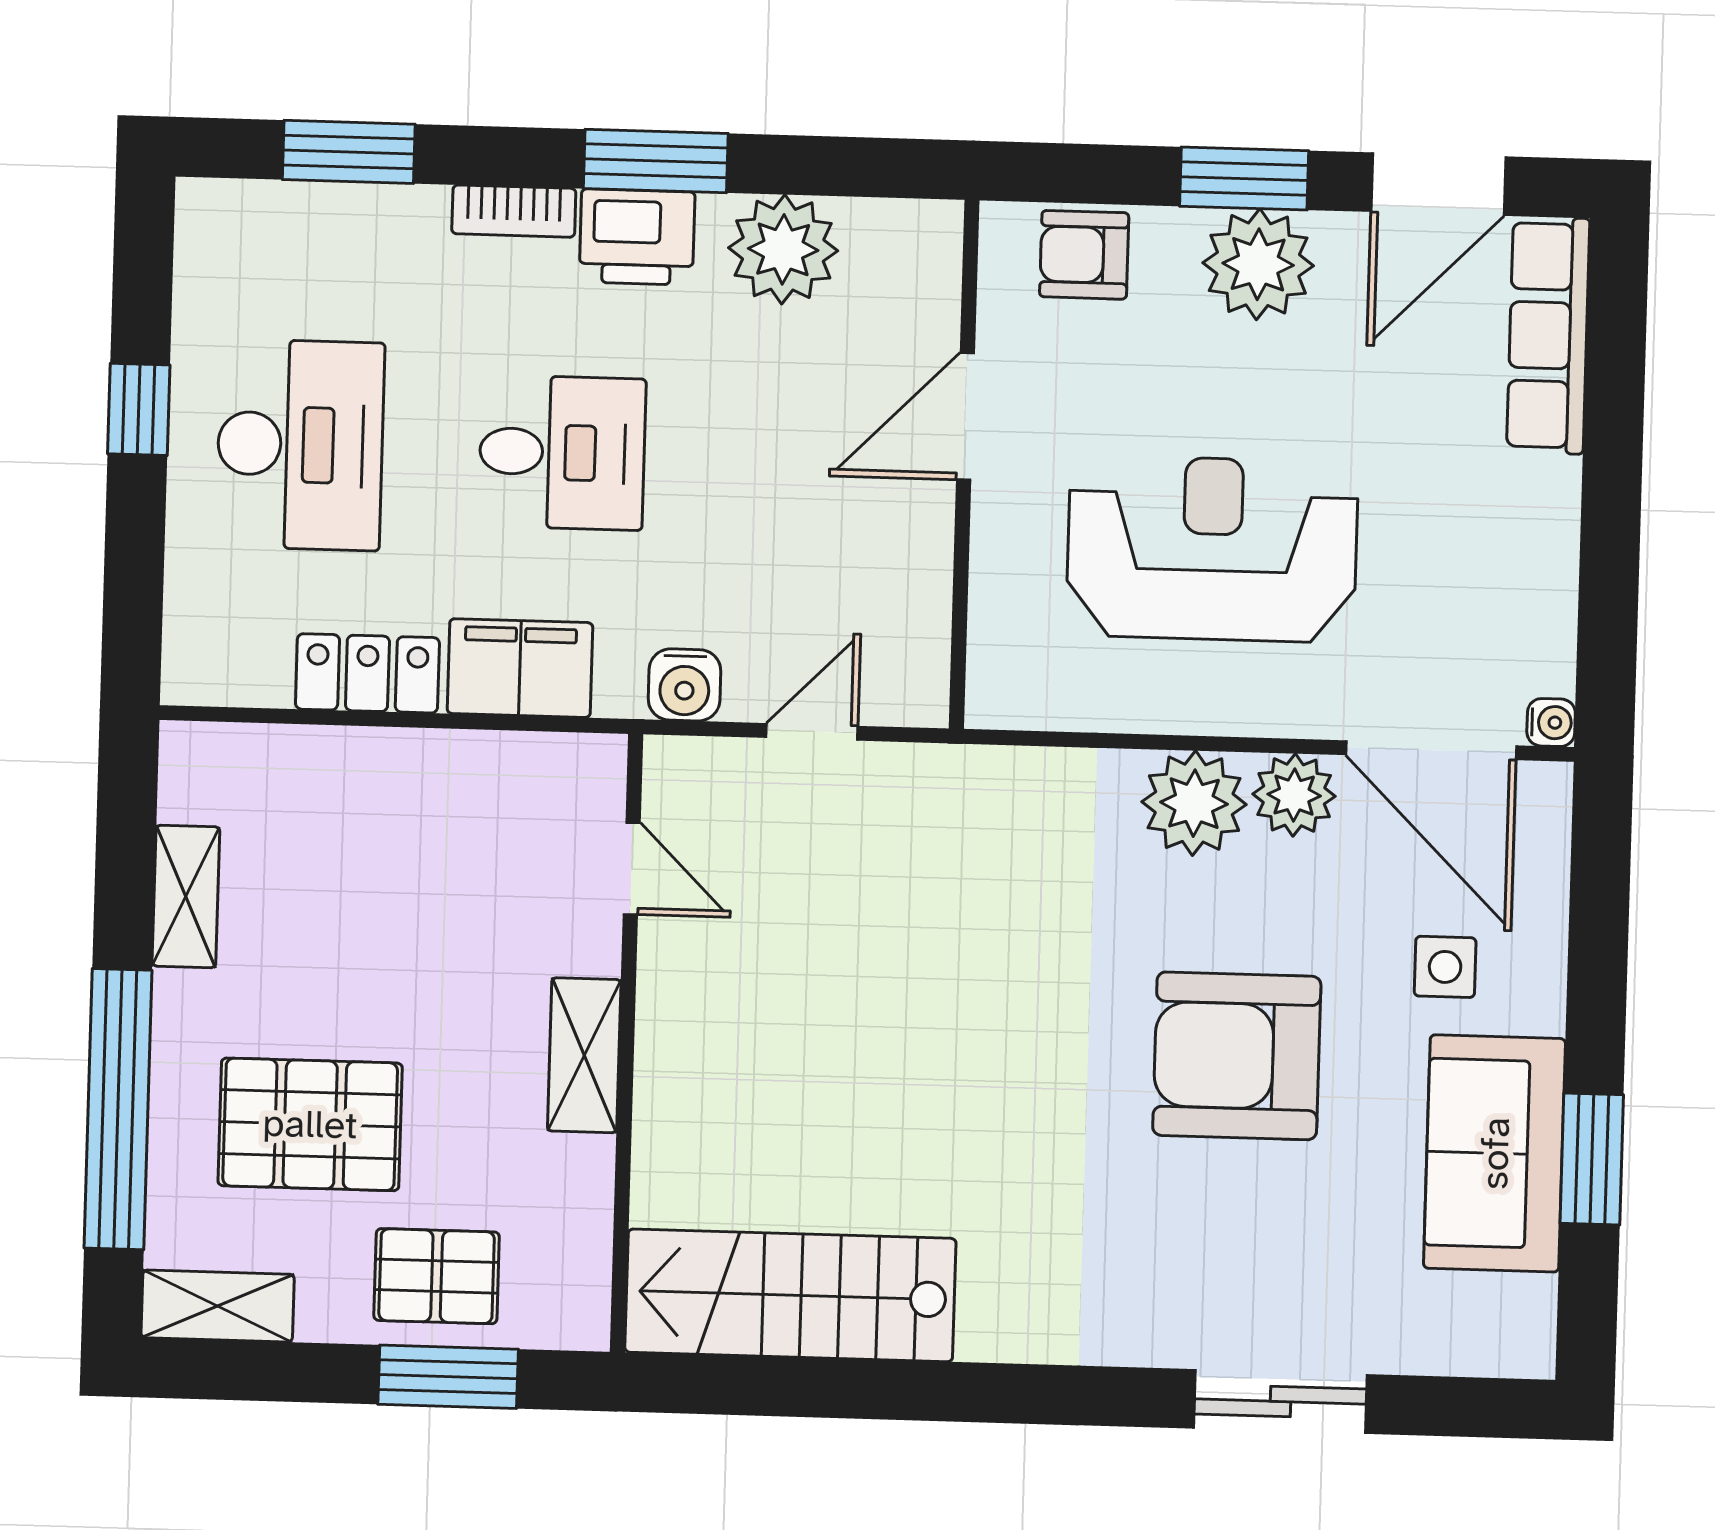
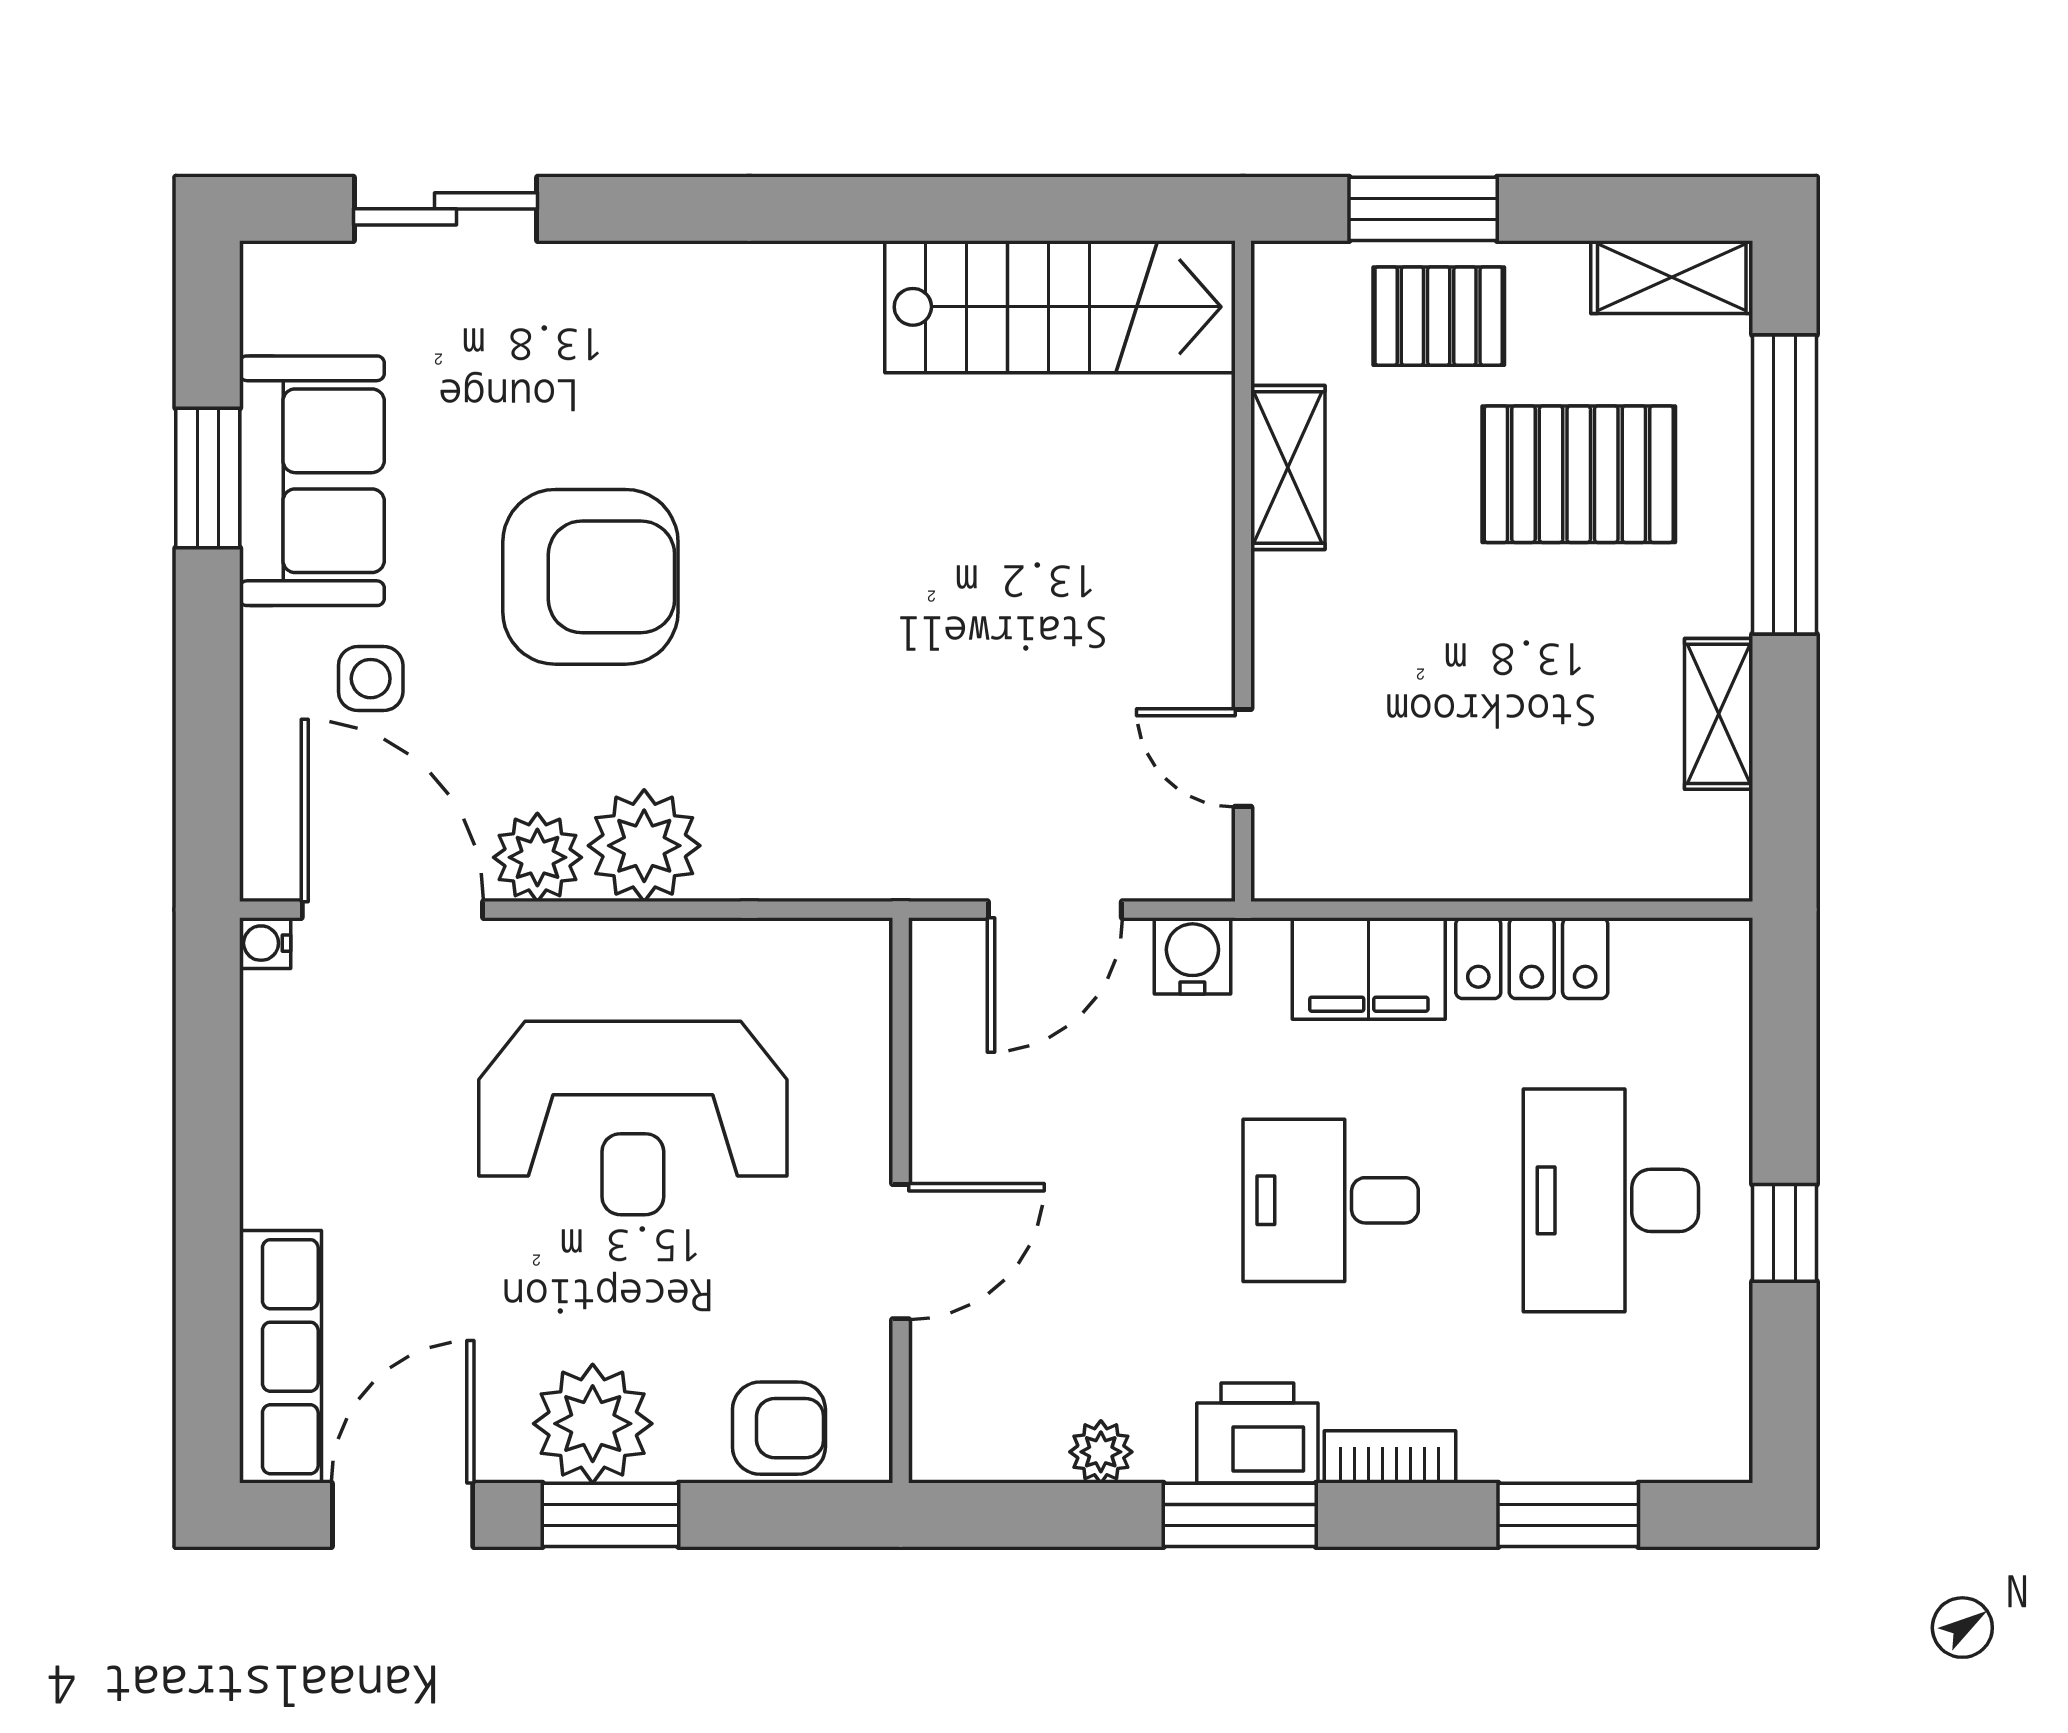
plant: (783, 249) -> (1101, 1452), width x0.53, depth x0.53
door: (812, 732) -> (1055, 910), width x1.38
shelving: (584, 1055) -> (1288, 468), moved
sliding door: (1280, 1401) -> (446, 209), moved

